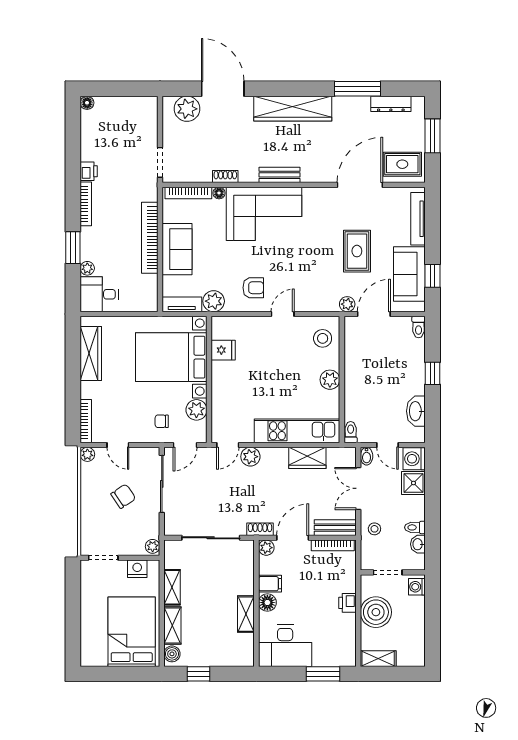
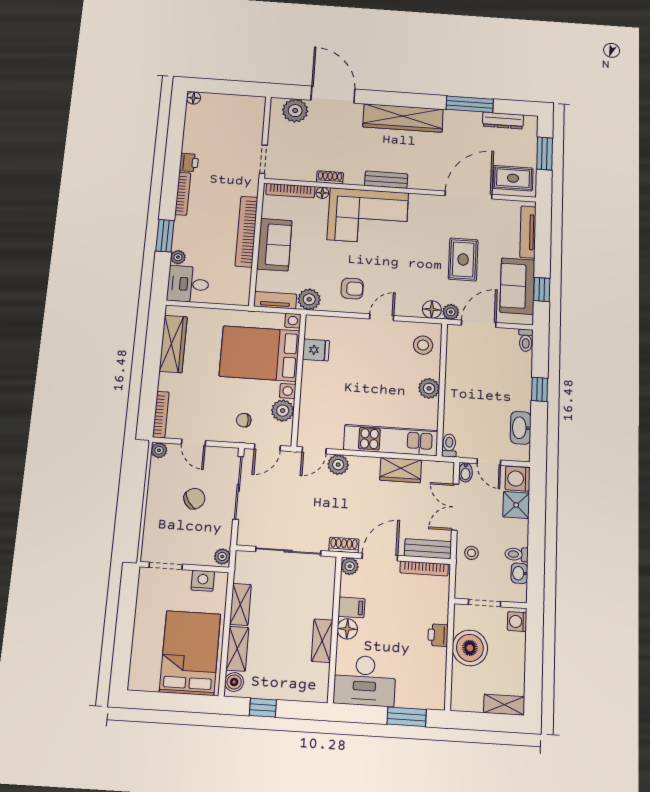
floor lamp: (329, 303) -> (432, 310), added
shelving: (378, 659) -> (504, 705), moved

